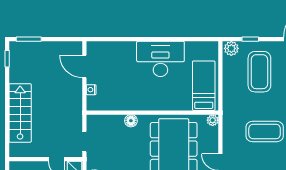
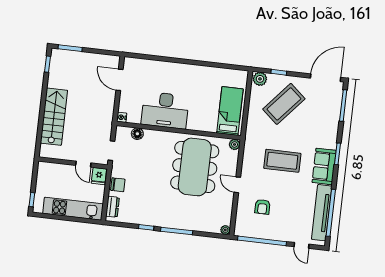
desk: (160, 59) -> (165, 110), moved, turned 180
coffee table: (259, 72) -> (284, 104), turned 41
nightstand: (91, 90) -> (122, 117), moved
floor lamp: (131, 121) -> (137, 134), moved

